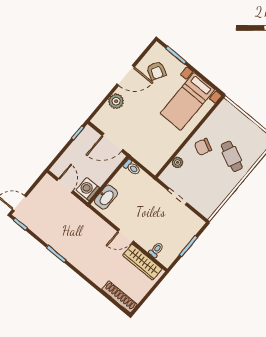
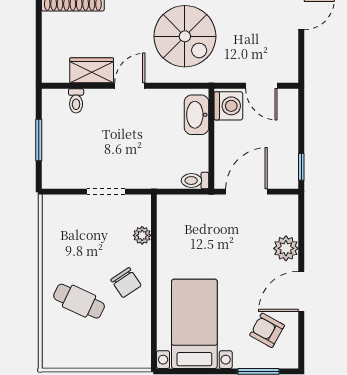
chair: (203, 147) -> (126, 283), turned 120
spiral stairs: (81, 238) -> (185, 36), added
wardrobe: (142, 262) -> (92, 70), width x0.67

